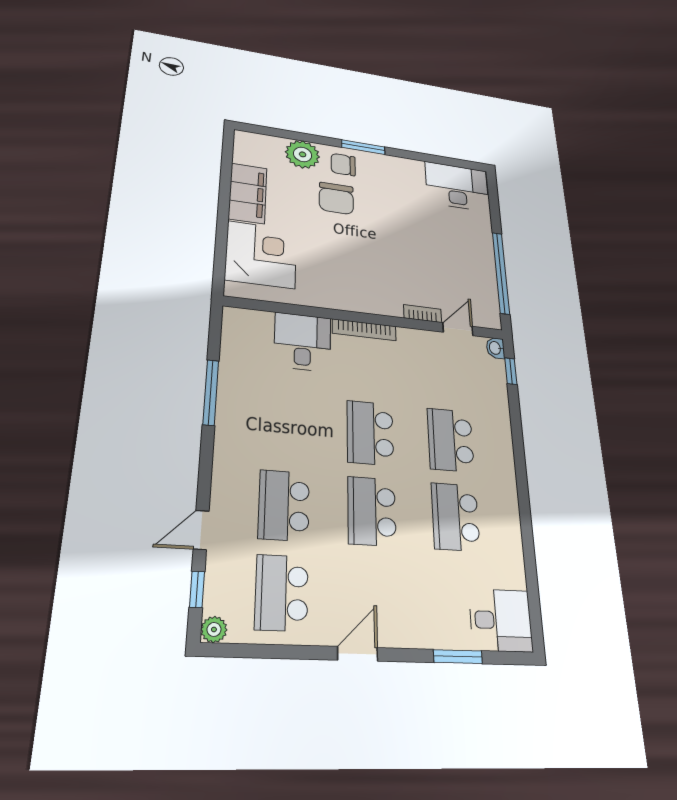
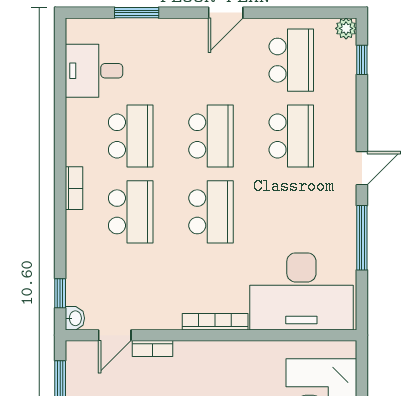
desk: (303, 342) -> (301, 291), width x1.87, depth x1.30
bookcase: (507, 468) -> (74, 188), added
door: (201, 530) -> (362, 168), moved
desk: (501, 620) -> (94, 71), moved

